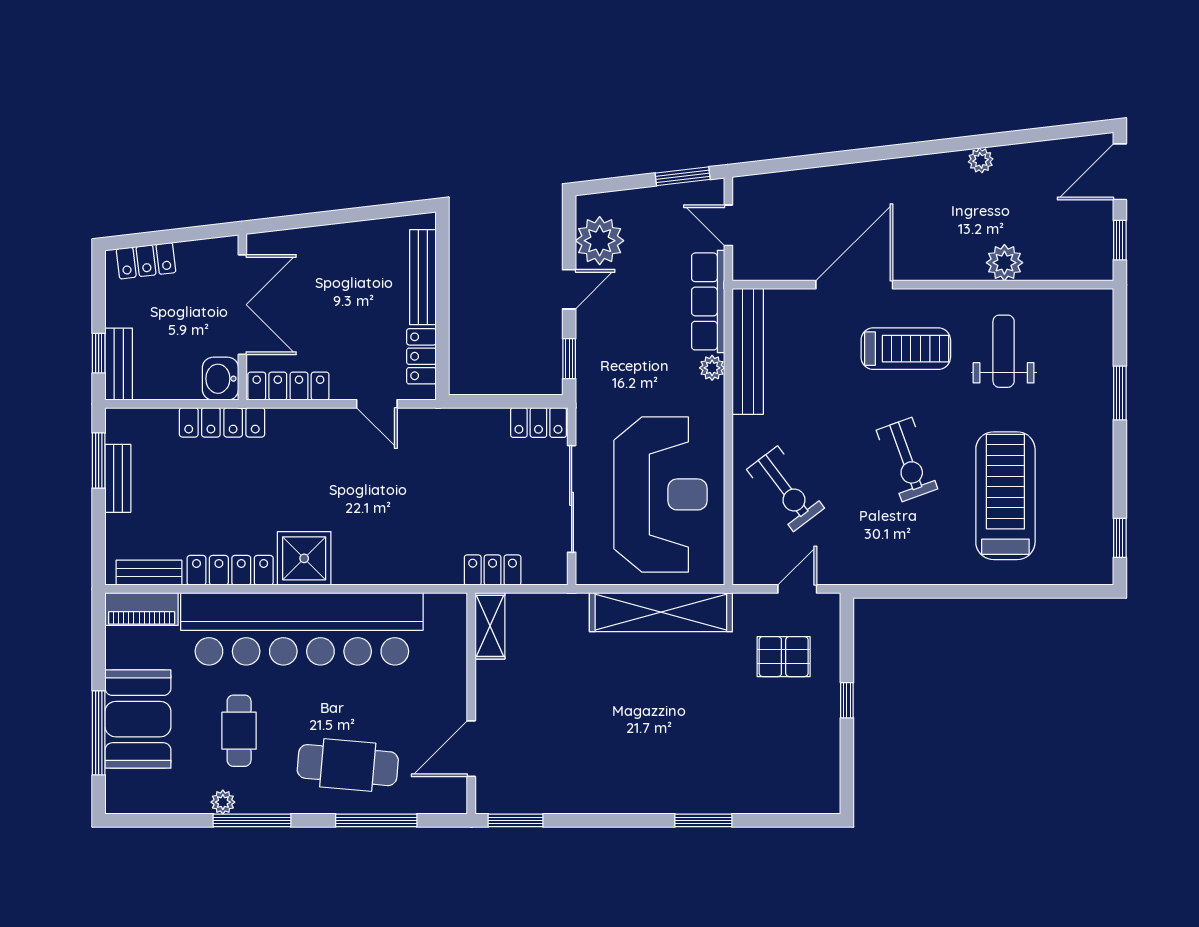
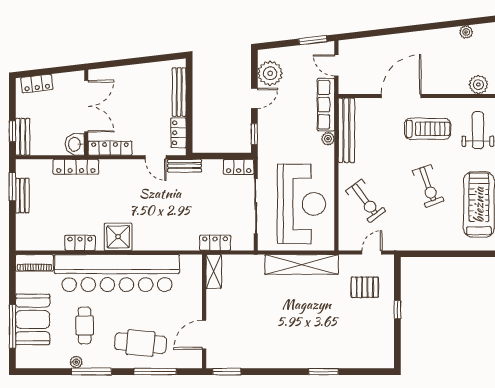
locker: (230, 570) -> (80, 243), width x0.66
bench: (149, 573) -> (185, 166), moved

